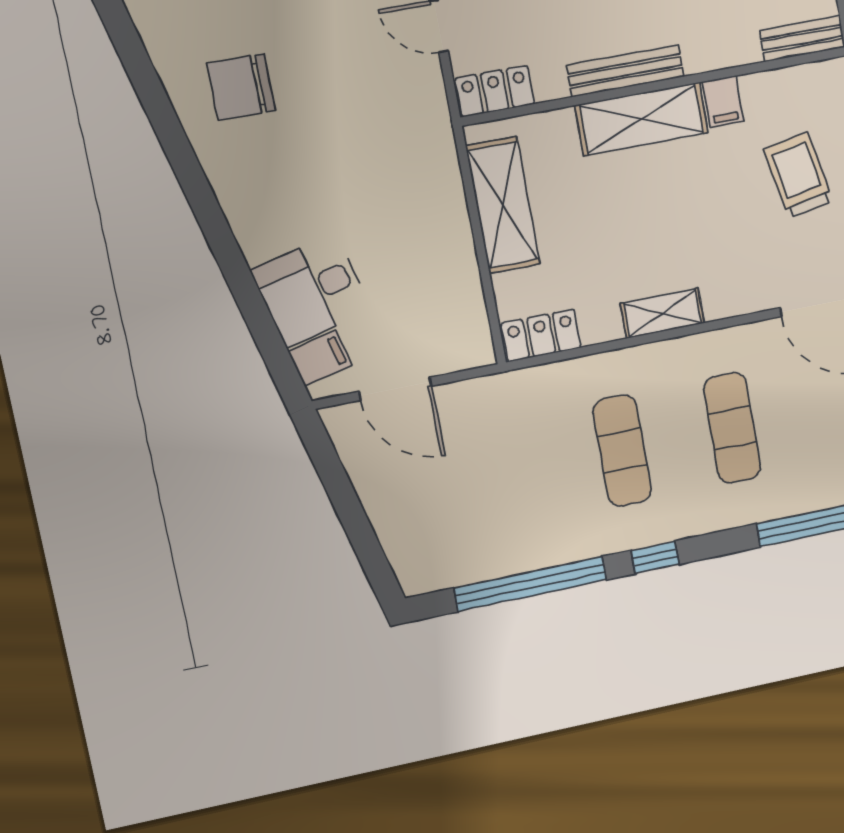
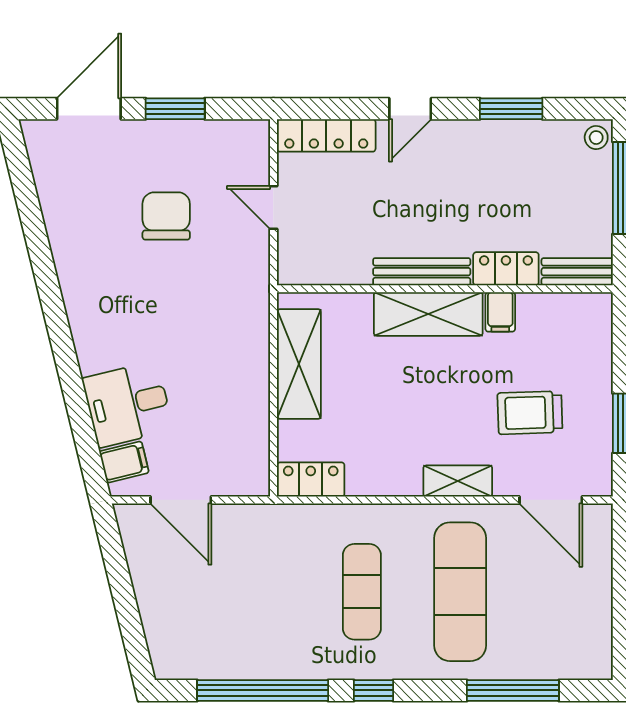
chair: (241, 87) -> (166, 216), moved, turned 90
locker: (495, 91) -> (506, 269), moved
trolley: (798, 175) -> (530, 413), moved, turned -81
shelving: (662, 313) -> (458, 481), moved
exercise mat: (732, 428) -> (460, 592), width x1.36, depth x1.45

